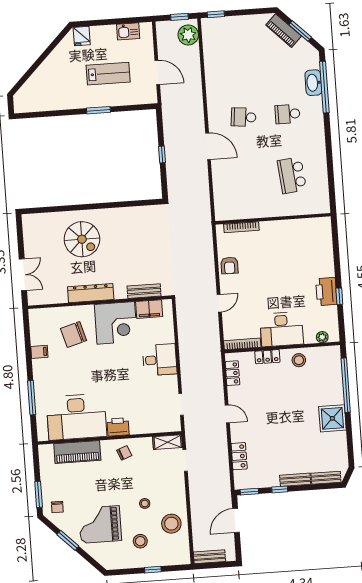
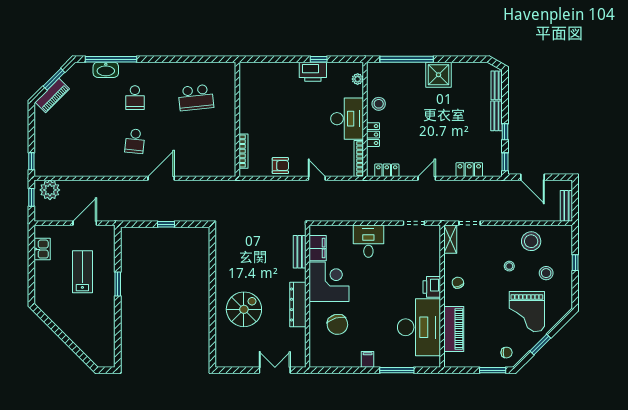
fridge: (82, 36) -> (43, 295), removed
filing cabinet: (39, 352) -> (368, 359), moved

